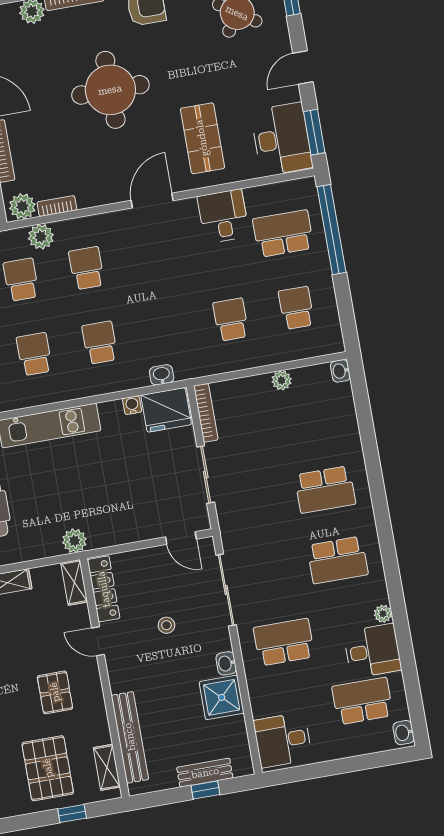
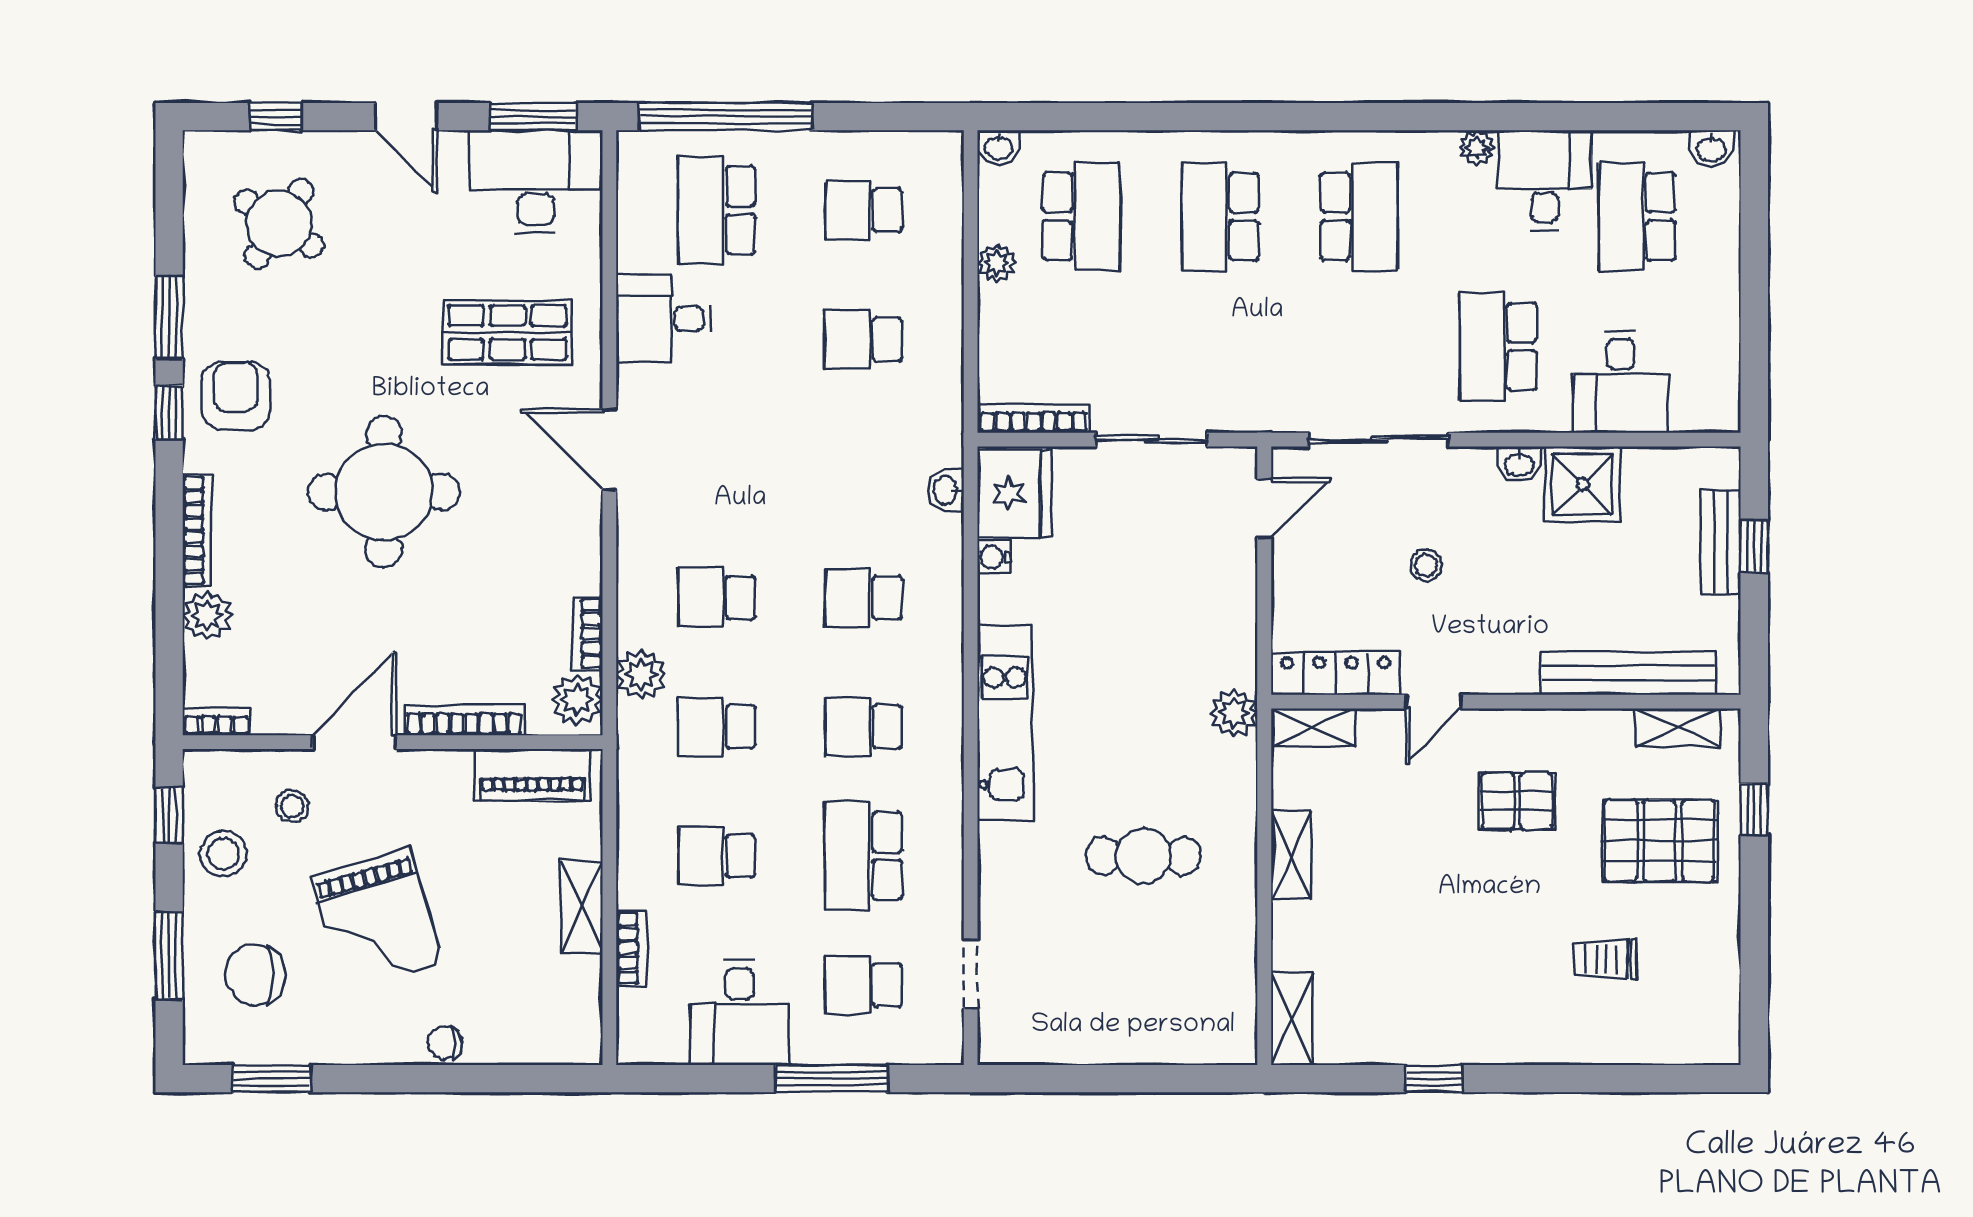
school desk: (313, 419) -> (1081, 216), added
school desk: (325, 490) -> (1220, 216), turned 180
desk: (283, 740) -> (1621, 382), moved

